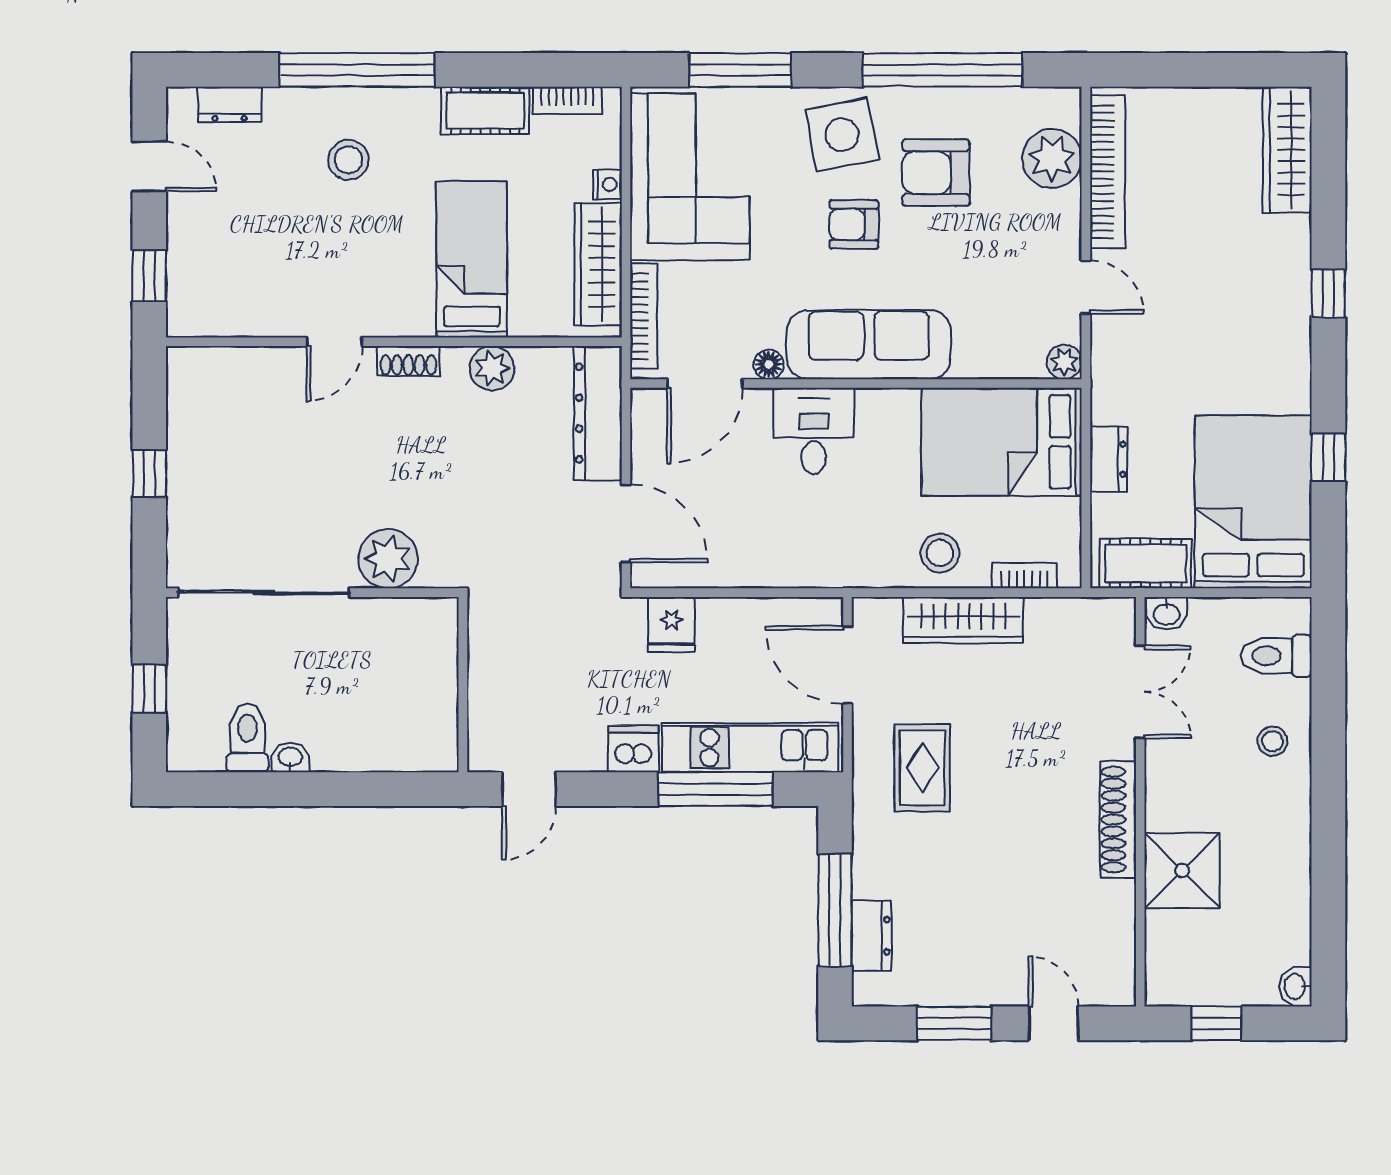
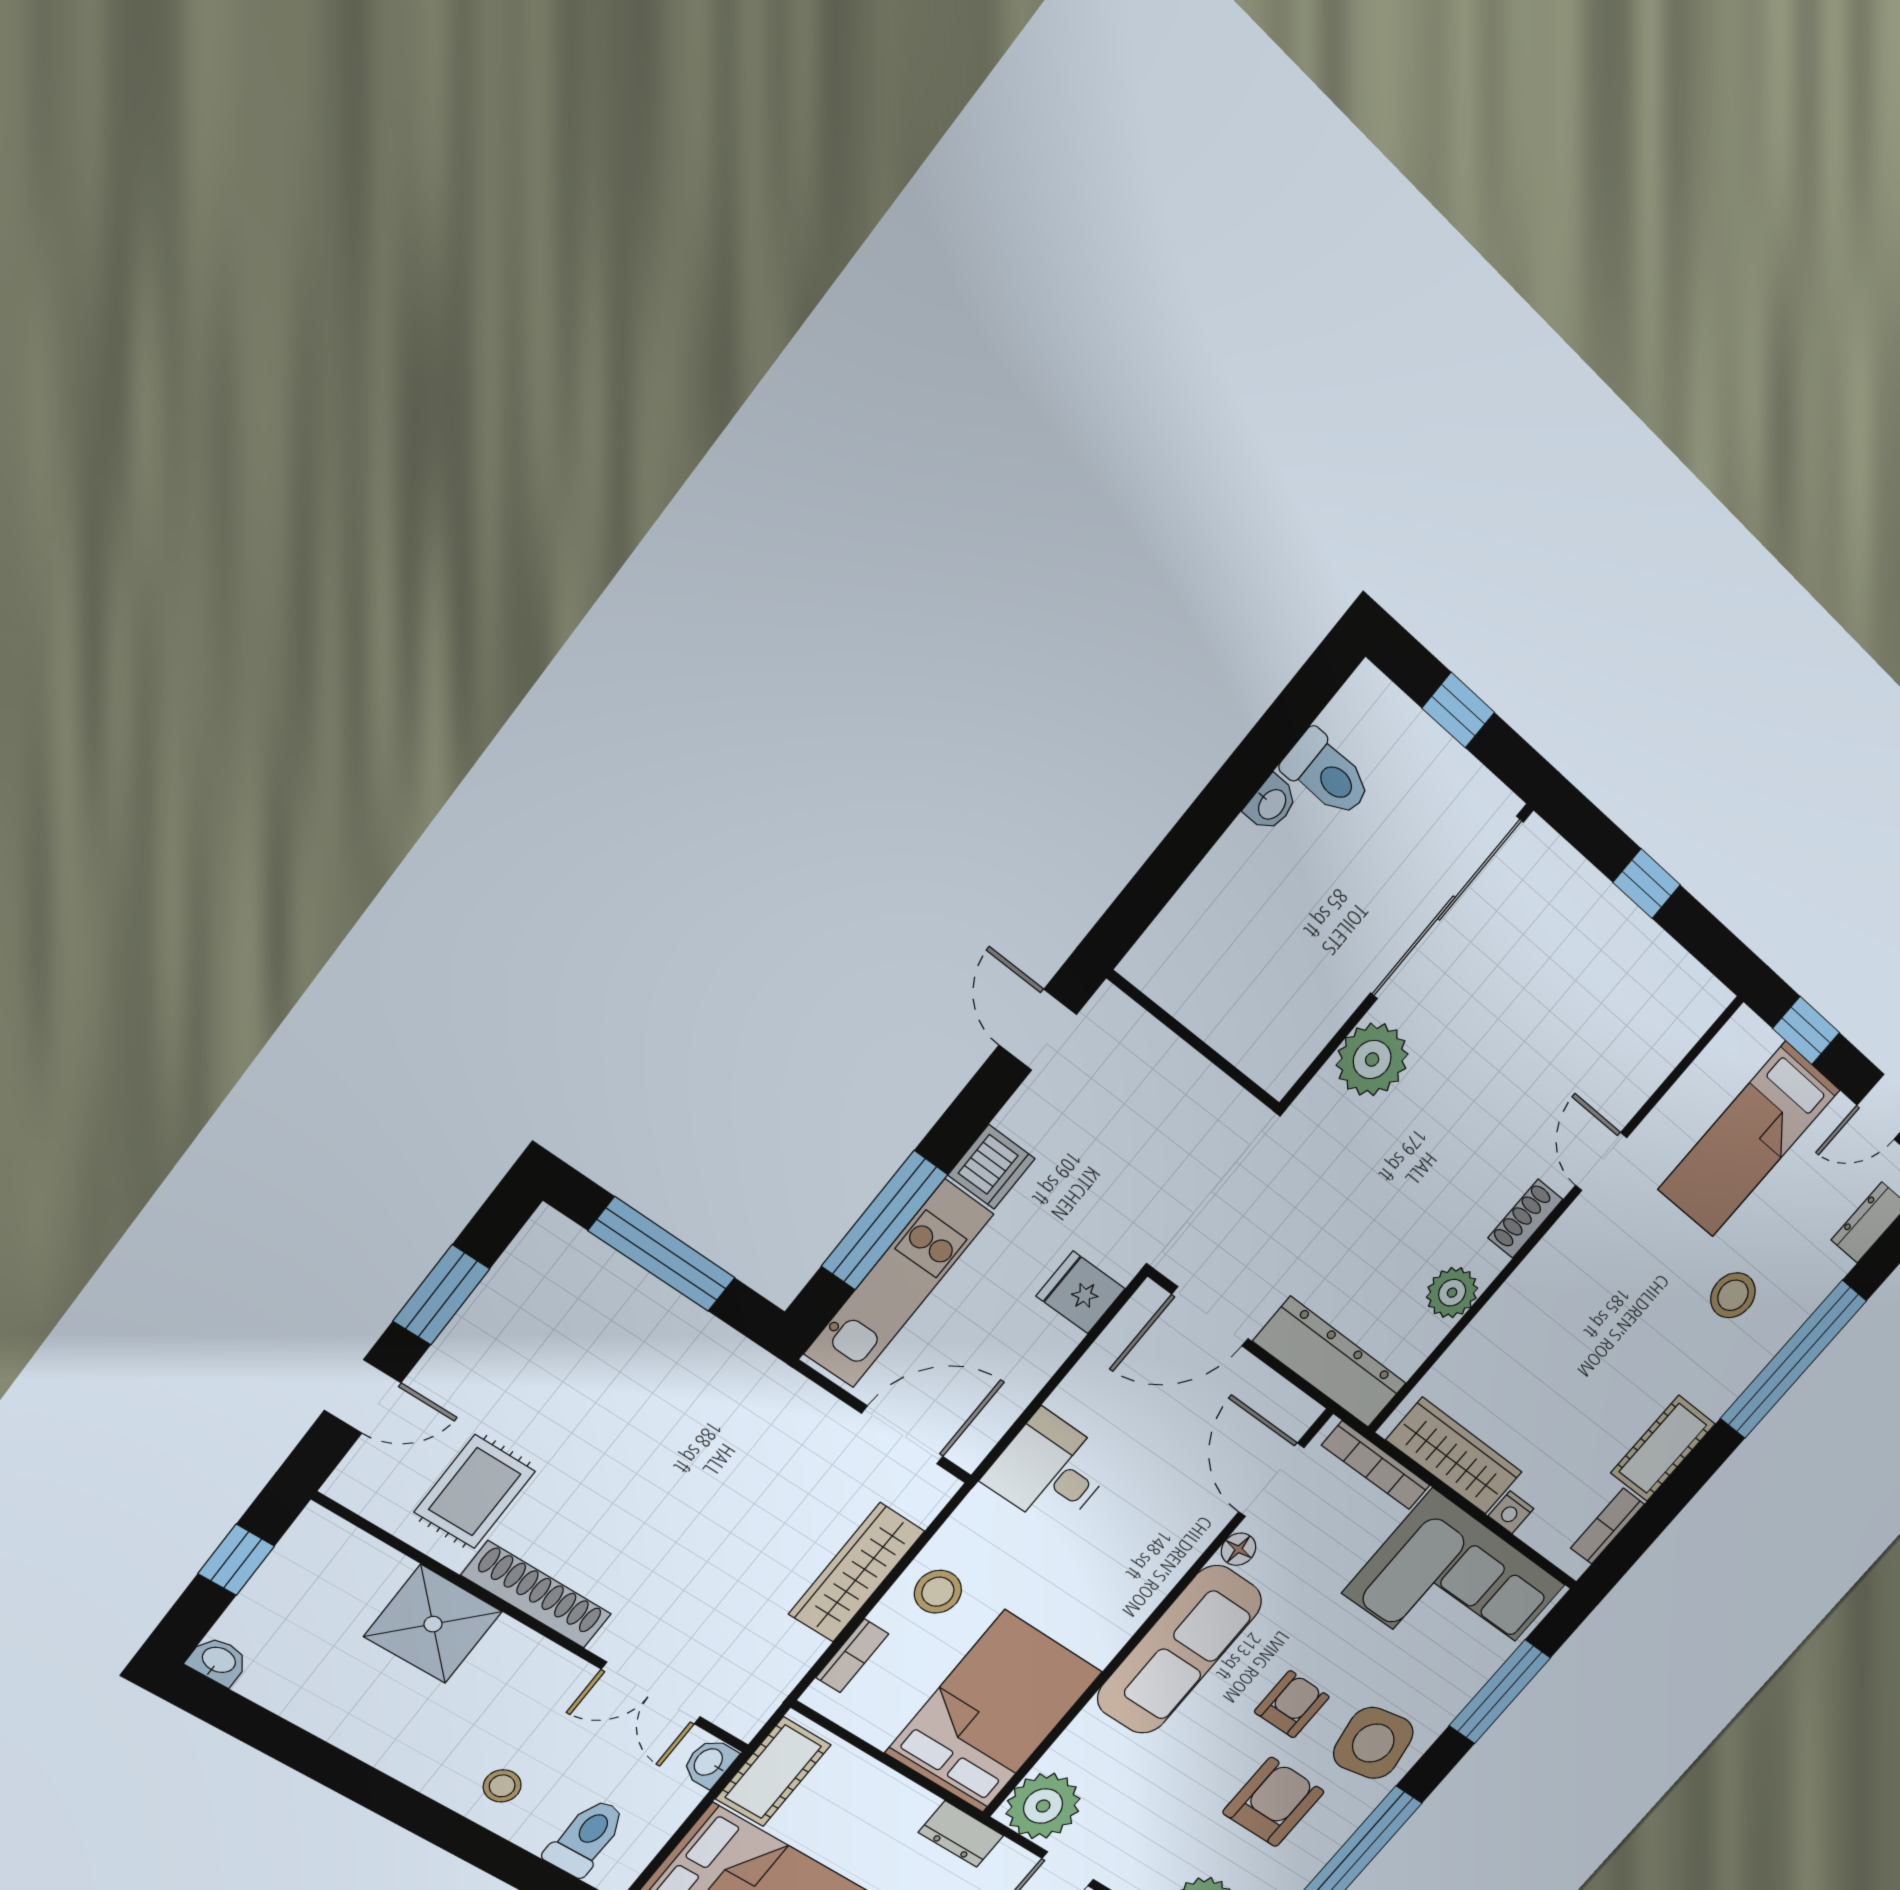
bed: (472, 259) -> (1749, 1140), moved, turned 90
plant: (1064, 362) -> (1043, 1806), width x1.88, depth x1.88
desk: (814, 431) -> (1050, 1471), moved, turned 180
dresser: (1108, 459) -> (961, 1834), moved
rug: (922, 768) -> (475, 1492), moved, turned 90
dresser: (872, 936) -> (605, 1273), removed

